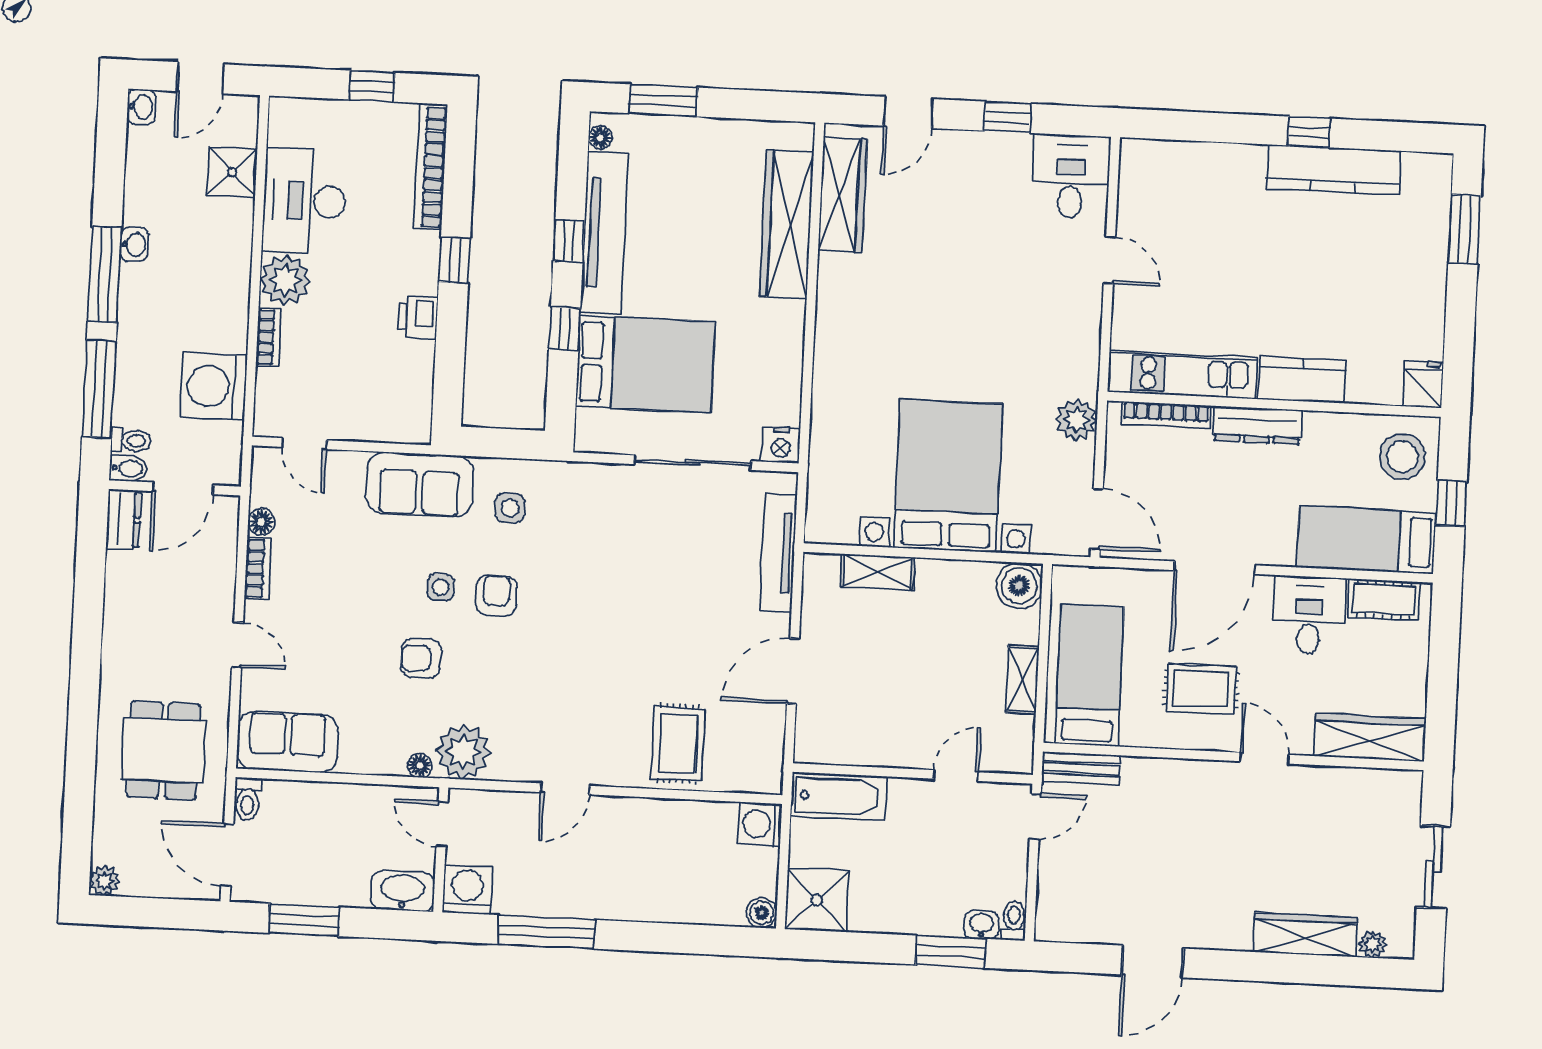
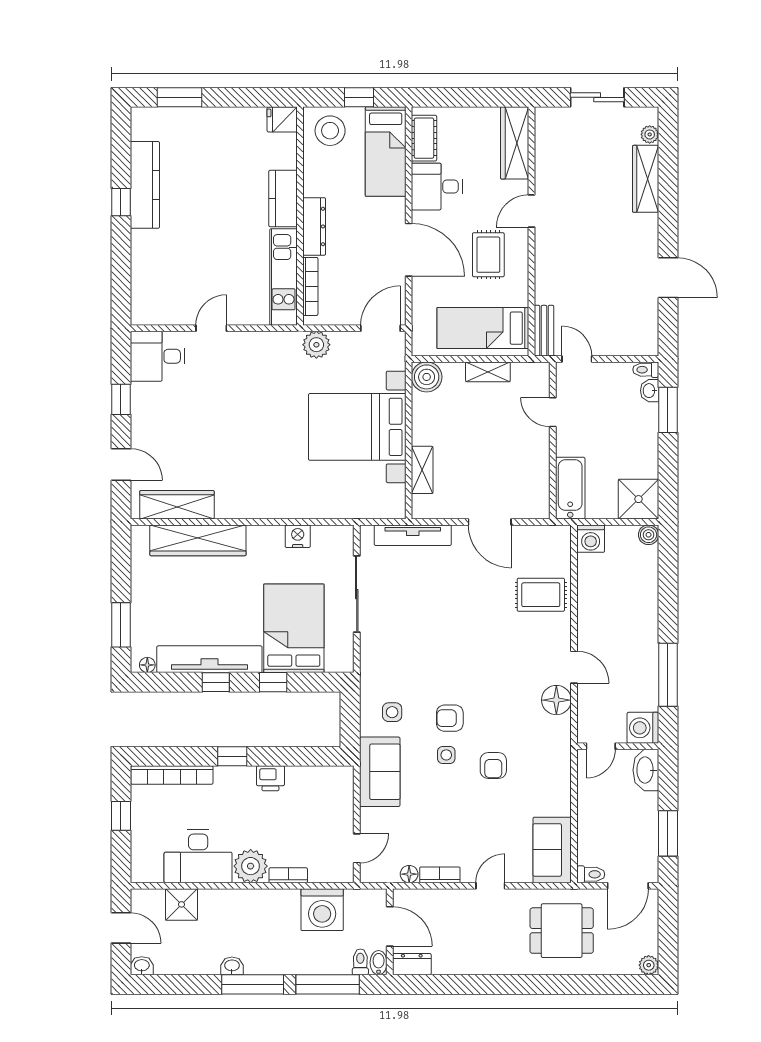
nightstand: (781, 445) -> (298, 536), moved, turned -90
plant: (463, 752) -> (553, 735), removed
floor lamp: (420, 765) -> (556, 700), moved, width x1.89, depth x1.89

